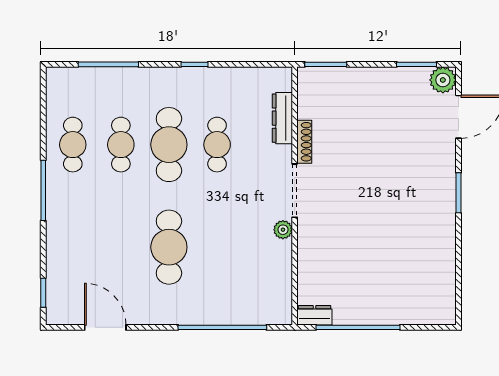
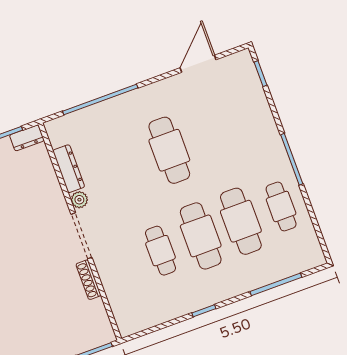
dresser: (282, 118) -> (69, 169), moved
cafe table: (121, 145) -> (241, 221), width x1.37, depth x1.35
door: (105, 327) -> (198, 64), swing flipped

